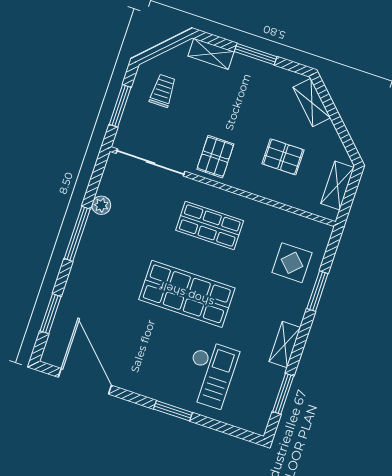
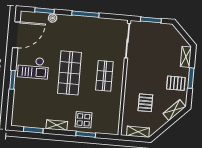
trolley: (163, 91) -> (163, 38), removed
pallet: (215, 157) -> (176, 83), moved
plant: (101, 205) -> (53, 18), moved
display table: (292, 263) -> (83, 120), moved
checkout: (210, 374) -> (33, 68), moved

